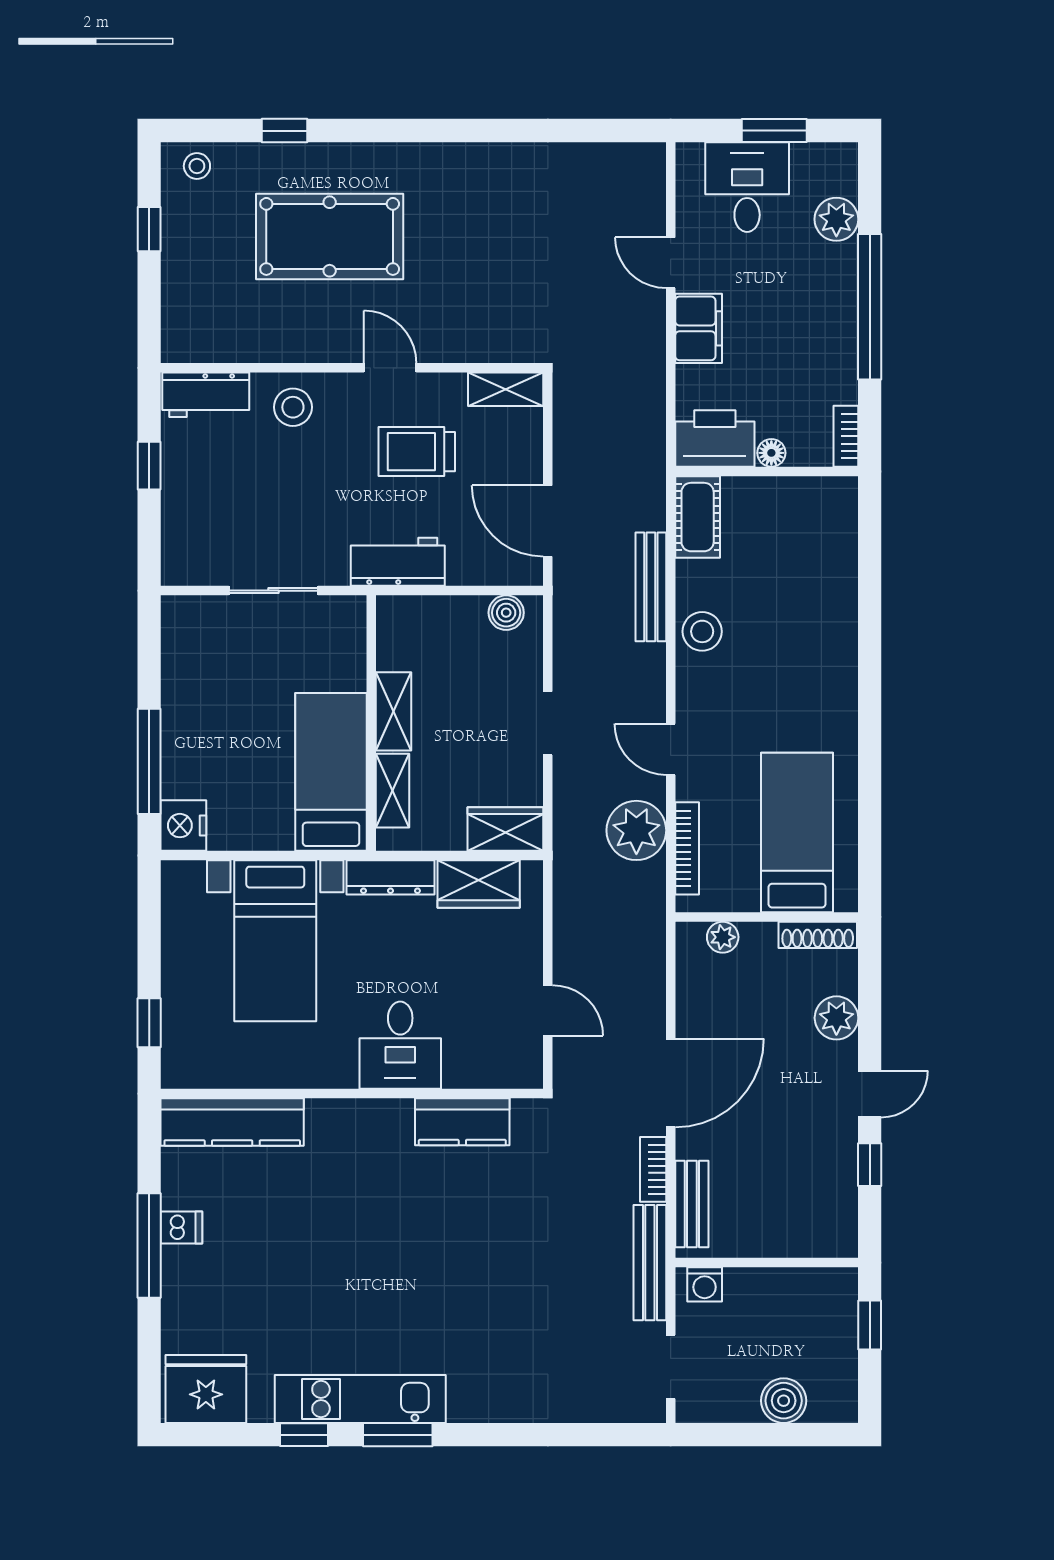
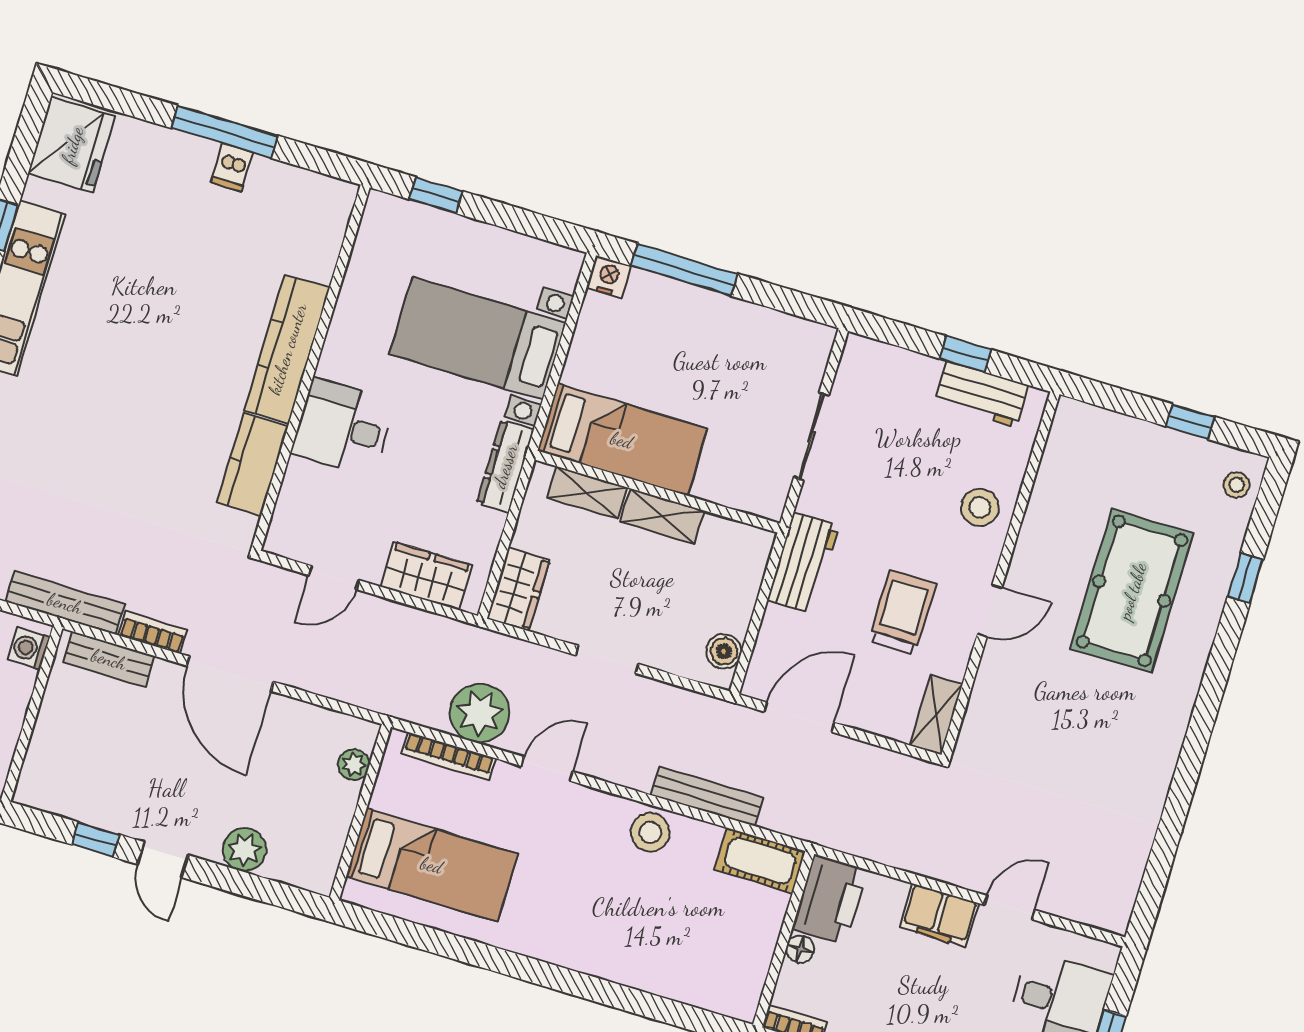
workbench: (206, 395) -> (982, 394), moved, turned -90
nightstand: (183, 826) -> (609, 277), width x0.74, depth x0.75
wardrobe: (479, 884) -> (426, 576), moved, turned 90
shoe rack: (818, 935) -> (329, 856), removed
kitchen counter: (232, 1122) -> (287, 349), moved

